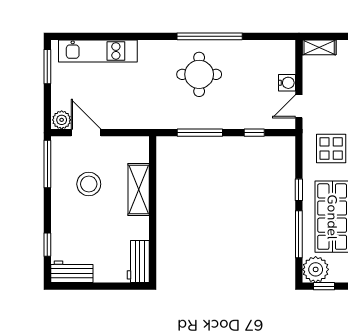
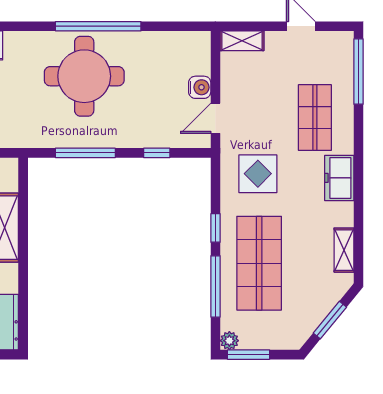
round table: (199, 74) -> (84, 76), width x1.36, depth x1.36
plant: (316, 269) -> (229, 341), width x0.53, depth x0.53
window: (324, 286) -> (248, 355), width x1.50

